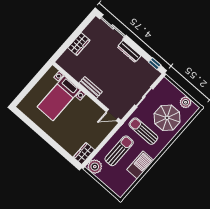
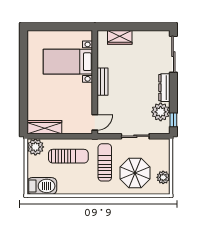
wardrobe: (79, 44) -> (120, 37), moved
plant: (142, 67) -> (161, 112), added
door: (112, 115) -> (95, 122), swing flipped
wardrobe: (84, 154) -> (44, 127), width x1.50
barbecue: (140, 165) -> (42, 186), moved

